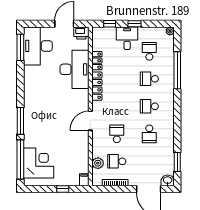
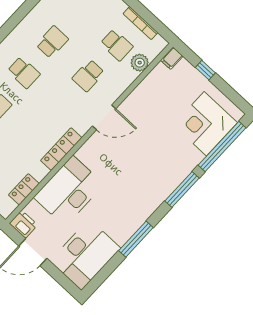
window: (20, 47) -> (136, 239), moved
locker: (97, 61) -> (24, 189), moved

